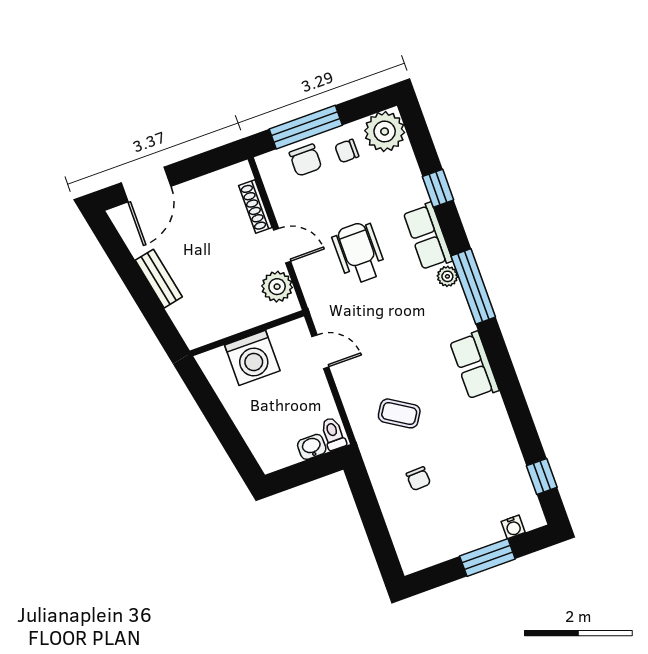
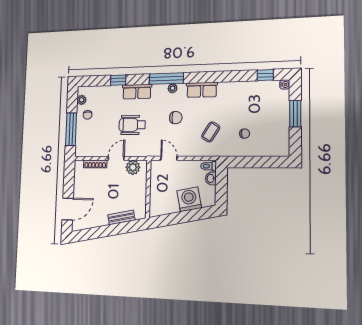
plant: (385, 131) -> (82, 100), width x0.53, depth x0.53
chair: (305, 160) -> (176, 118), moved
door: (146, 185) -> (68, 209), hinge flipped
plant: (447, 276) -> (173, 88), moved
bench: (159, 279) -> (121, 217), moved
door: (320, 352) -> (169, 158), hinge flipped
washing machine: (252, 358) -> (189, 199), moved, turned -101
water cooler: (513, 527) -> (285, 84), moved

